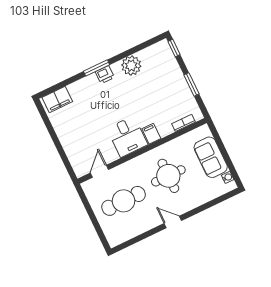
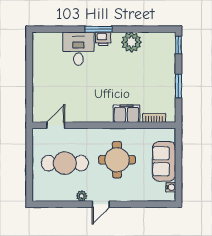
filing cabinet: (57, 99) -> (49, 41), removed
filing cabinet: (151, 134) -> (126, 114), width x2.00
desk: (127, 136) -> (78, 49), moved, turned 180
door: (173, 222) -> (101, 204), swing flipped
plant: (152, 223) -> (82, 196), added

